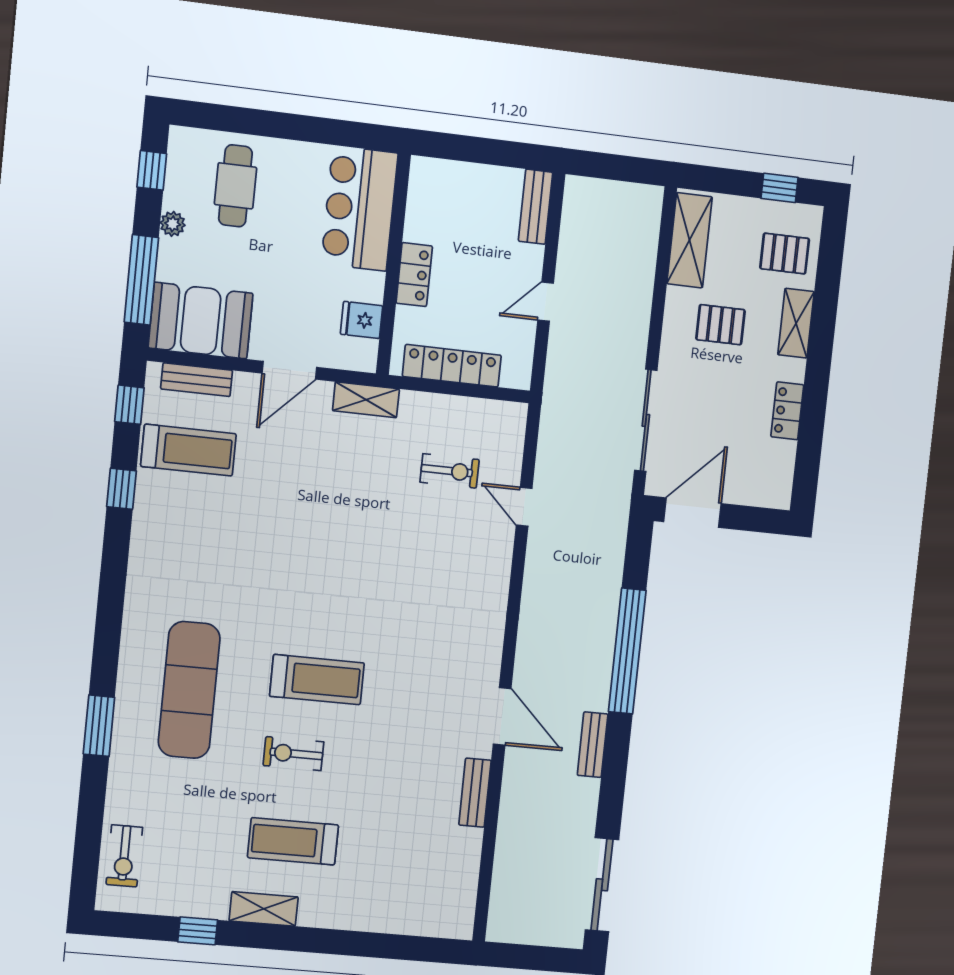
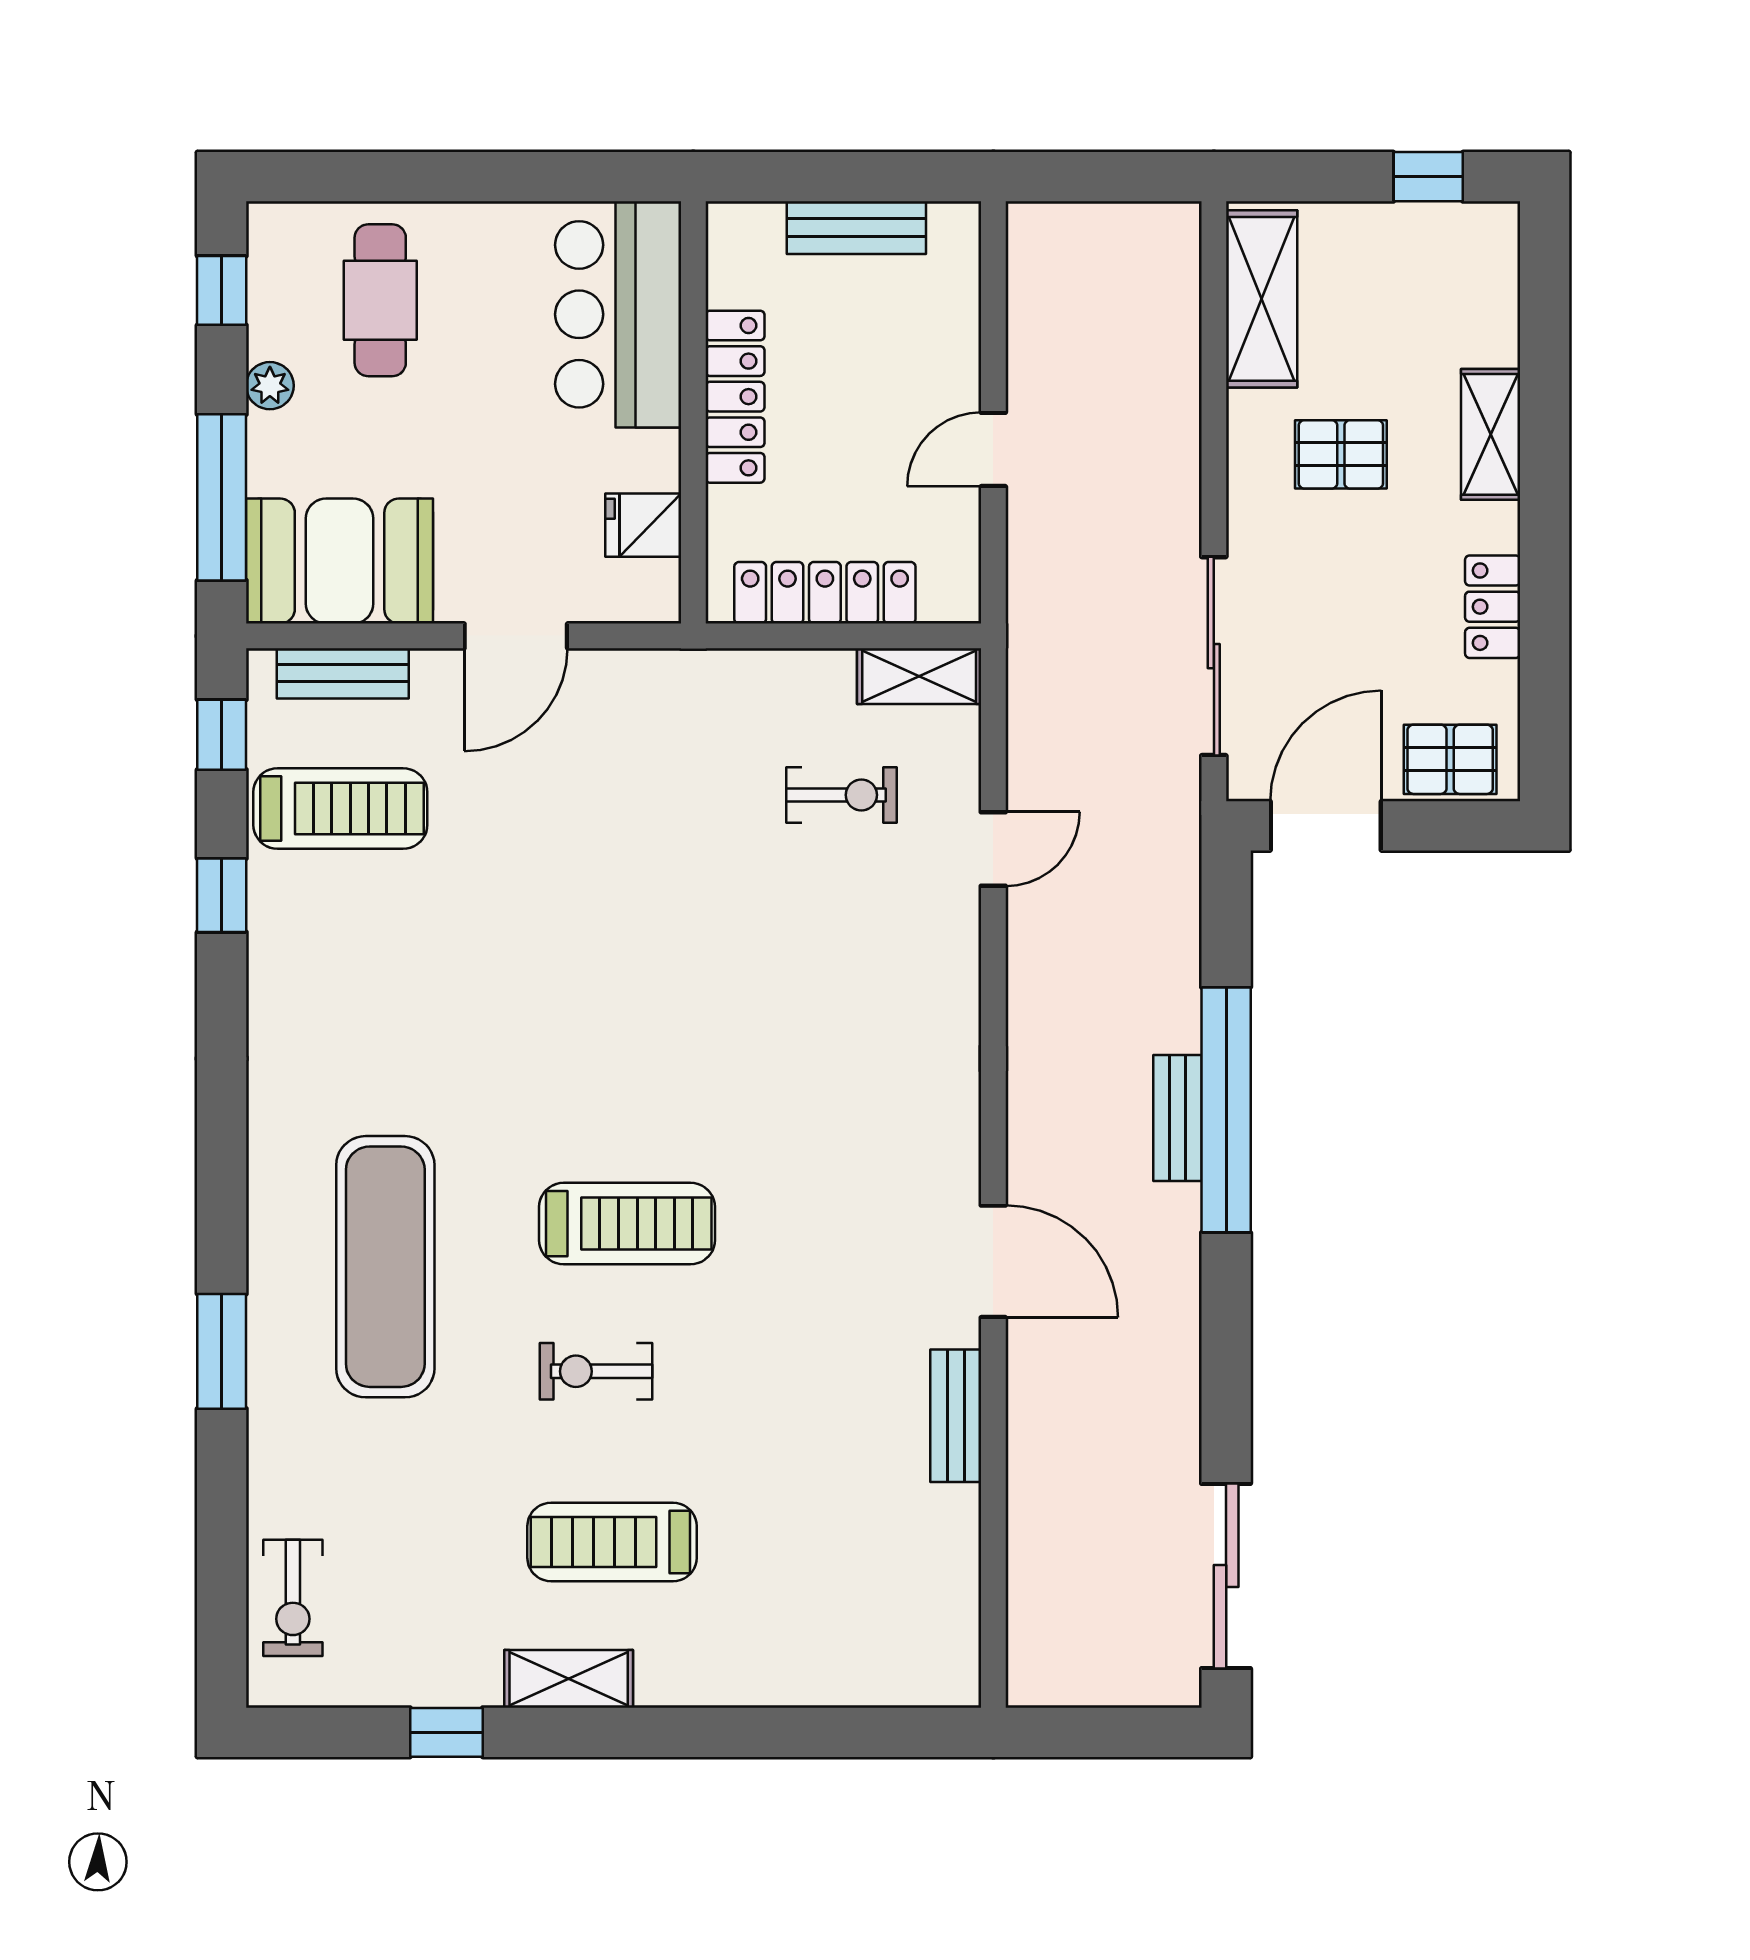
bench: (536, 207) -> (856, 228), moved, turned 90
pallet: (785, 254) -> (1450, 759), moved
locker: (414, 275) -> (735, 397), width x1.53
shelving: (366, 400) -> (919, 676), moved
door: (524, 507) -> (993, 849), swing flipped
bench: (593, 745) -> (1177, 1118), moved

